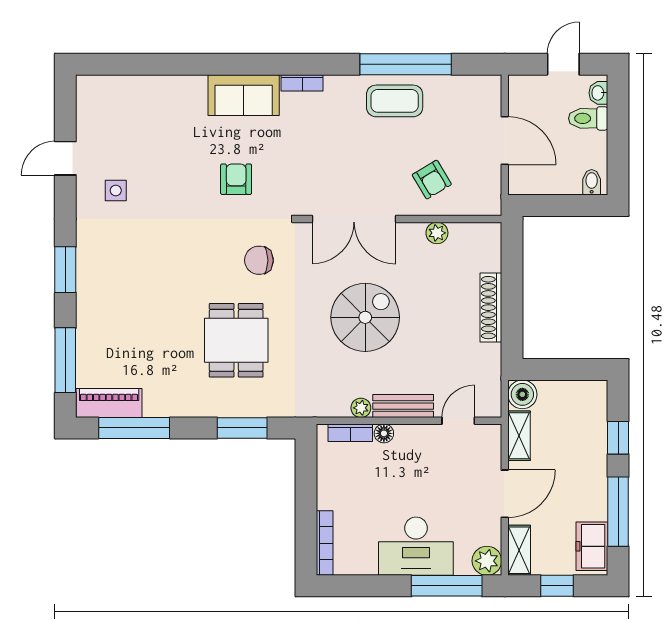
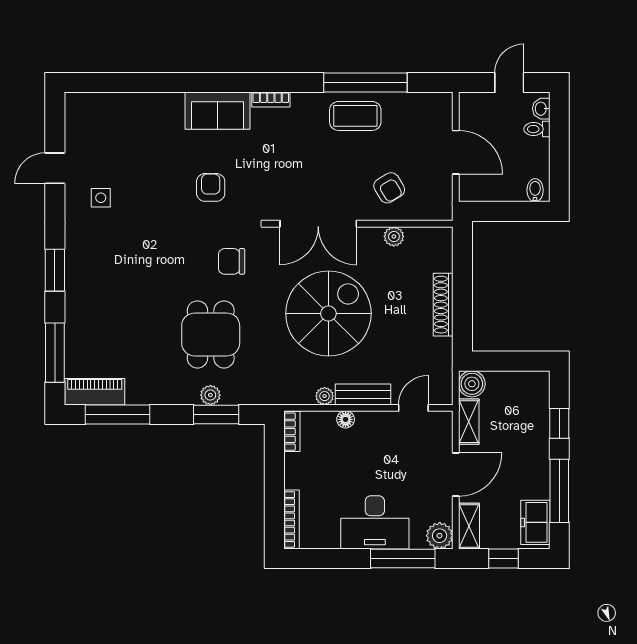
toilet: (588, 118) -> (537, 129), width x0.73, depth x0.72
spiral stairs: (365, 317) -> (328, 314), width x1.37, depth x1.37
plant: (236, 407) -> (210, 395), added
bookcase: (350, 433) -> (292, 432), moved, turned -90

